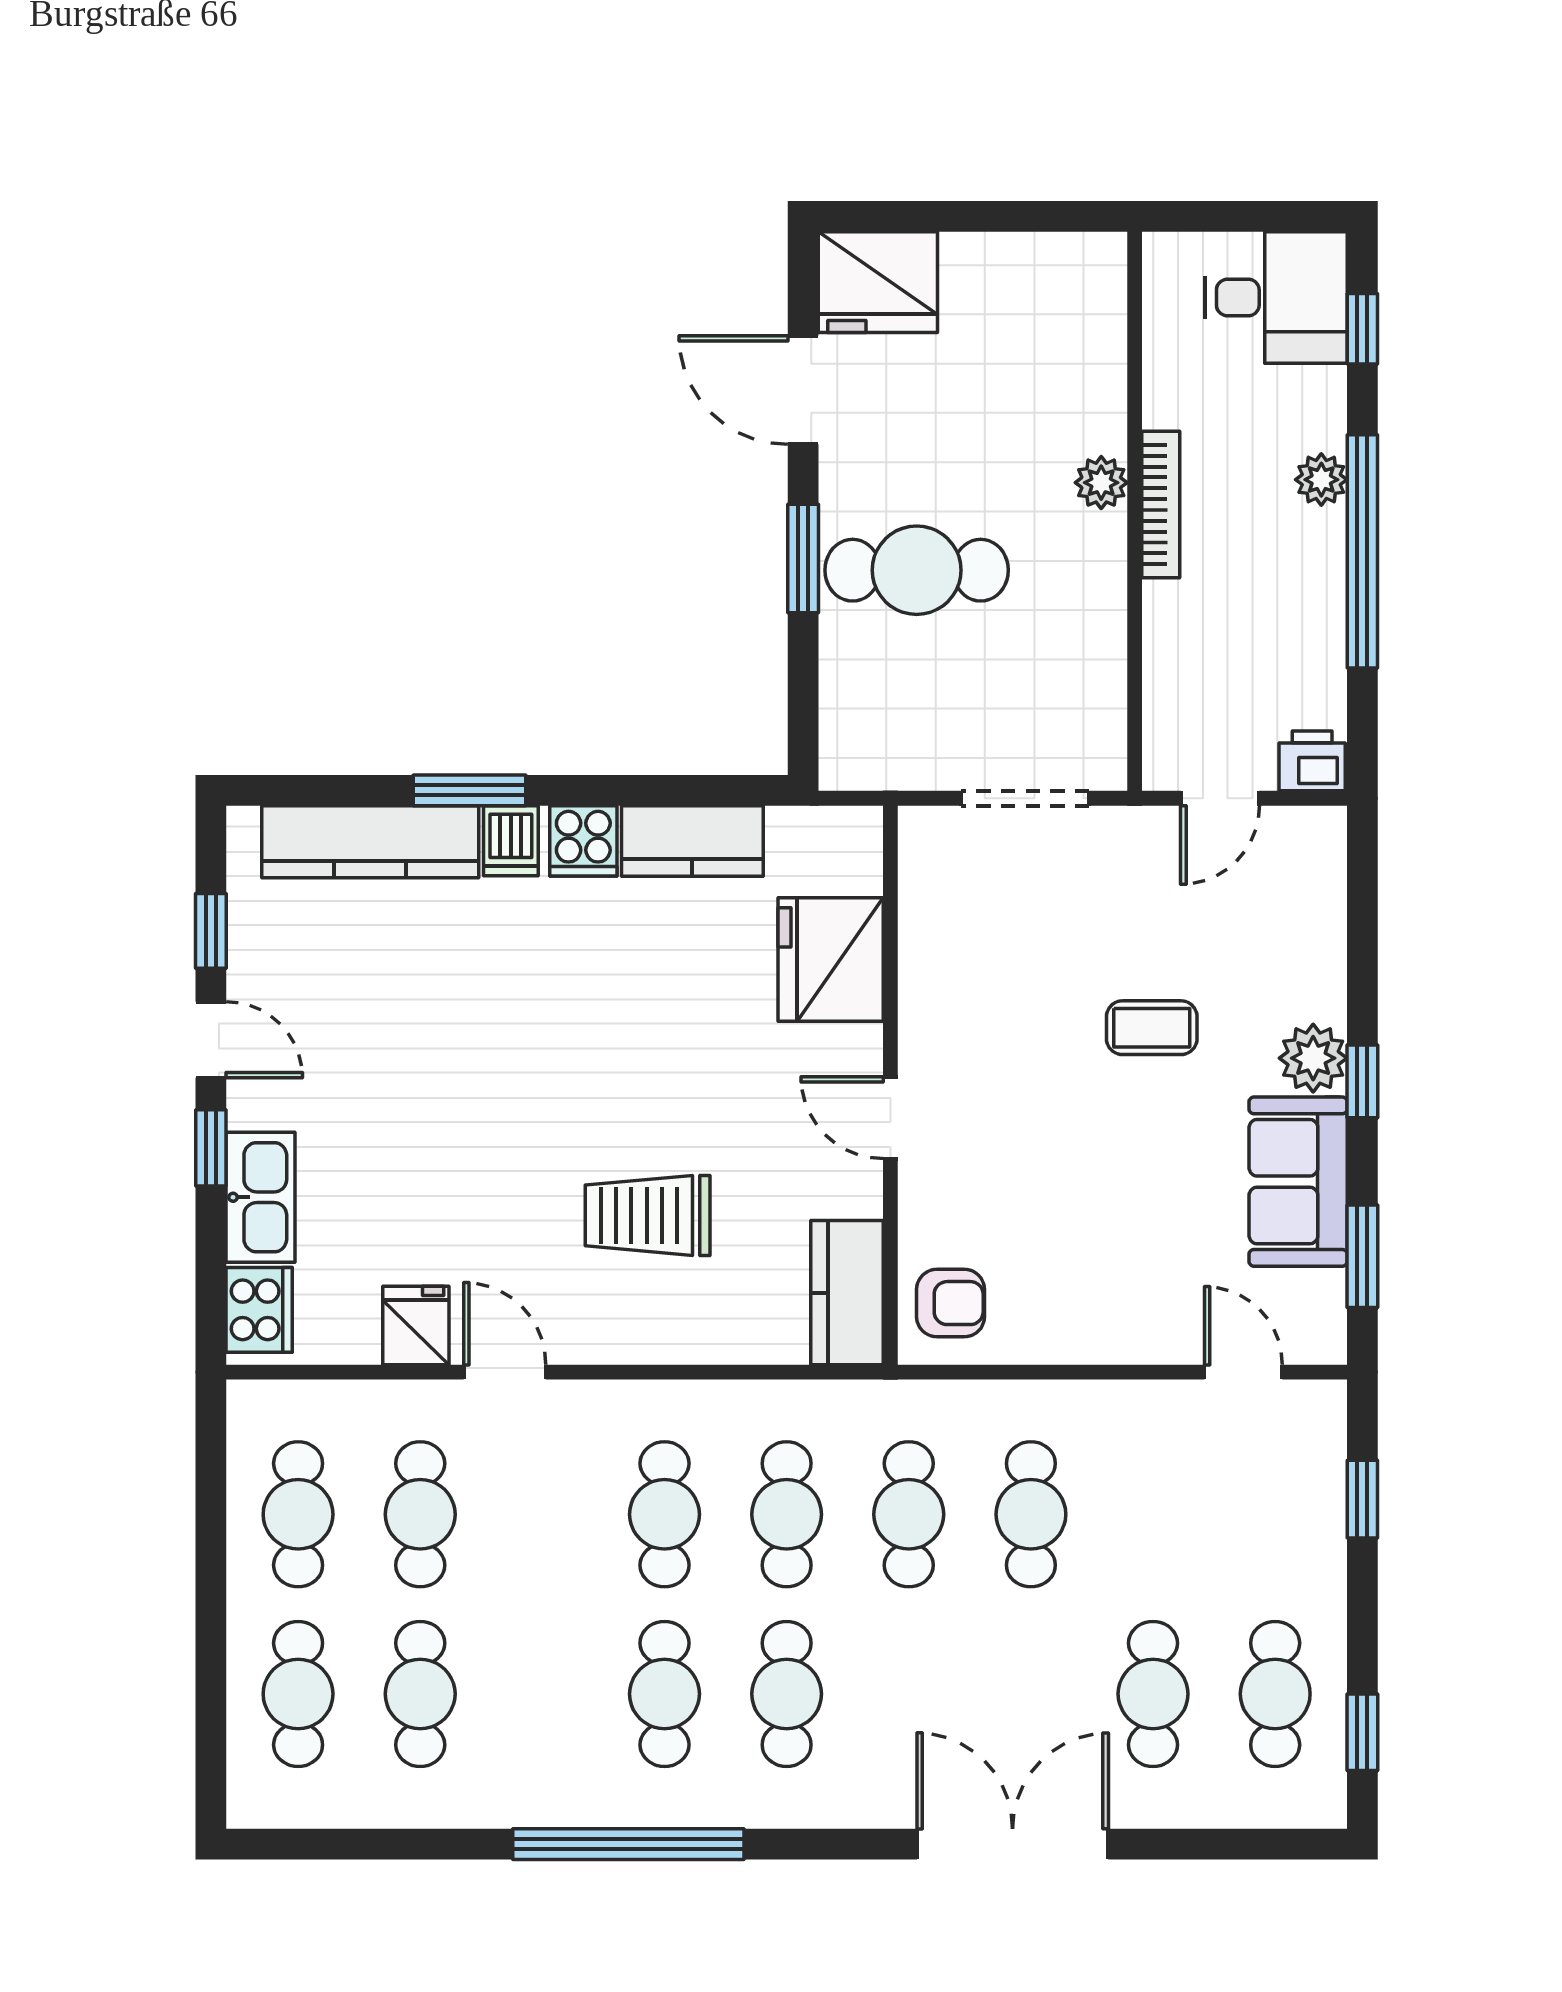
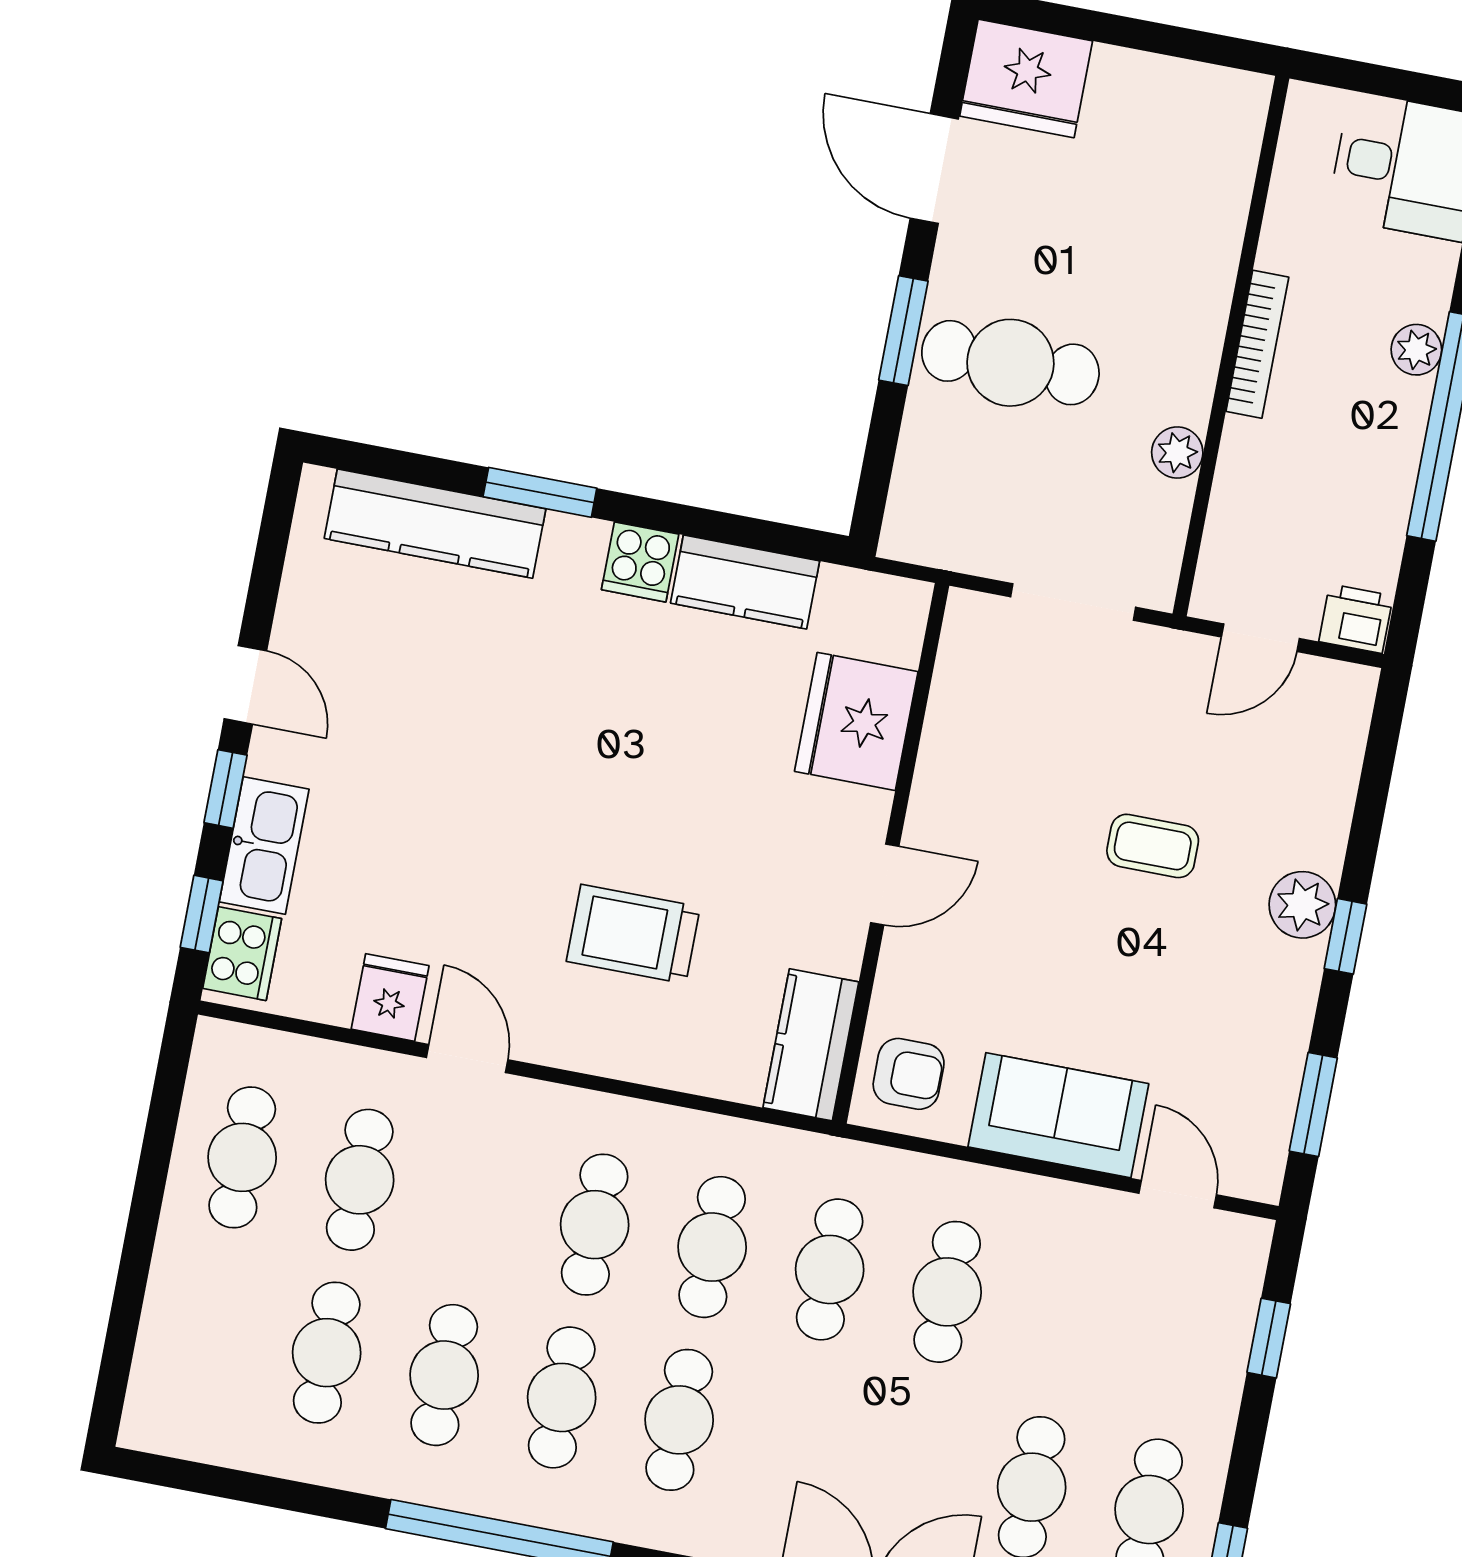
plant: (1101, 483) -> (1177, 453), moved
dishwasher: (511, 841) -> (570, 548), removed
window: (211, 931) -> (202, 914), moved
door: (890, 1118) -> (885, 885), swing flipped
sofa: (1298, 1182) -> (1058, 1115), moved, turned 90
cafe table: (298, 1694) -> (444, 1375), moved

